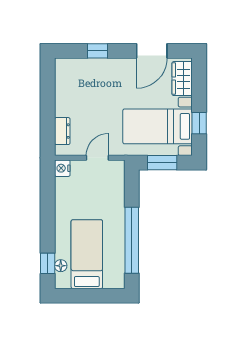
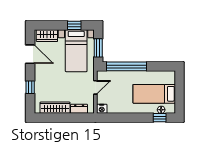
wardrobe: (64, 92) -> (55, 108), added
door: (97, 158) -> (95, 87), swing flipped
window: (132, 240) -> (126, 66), moved

